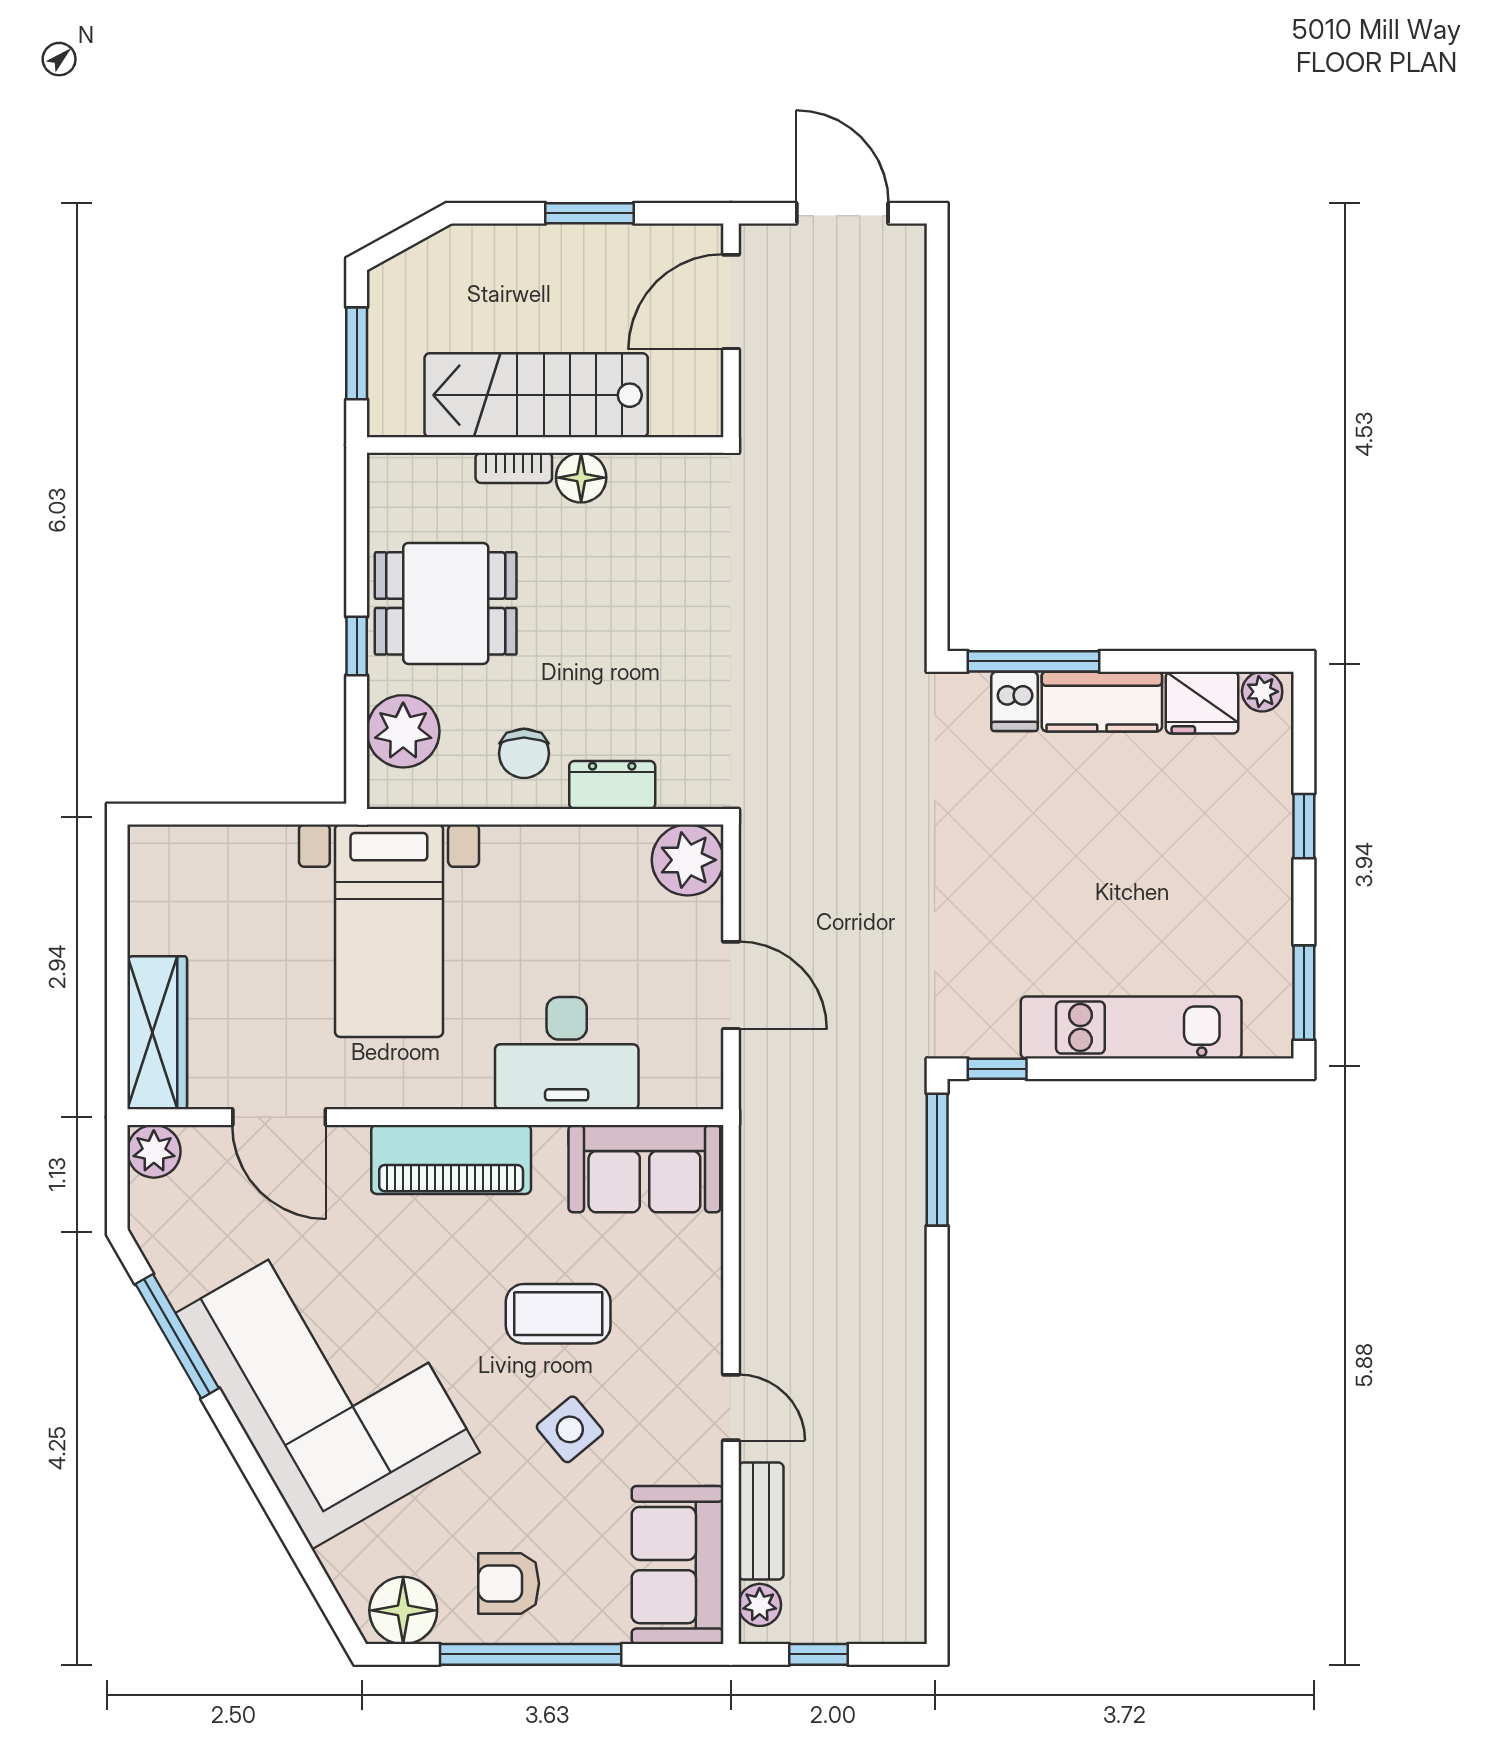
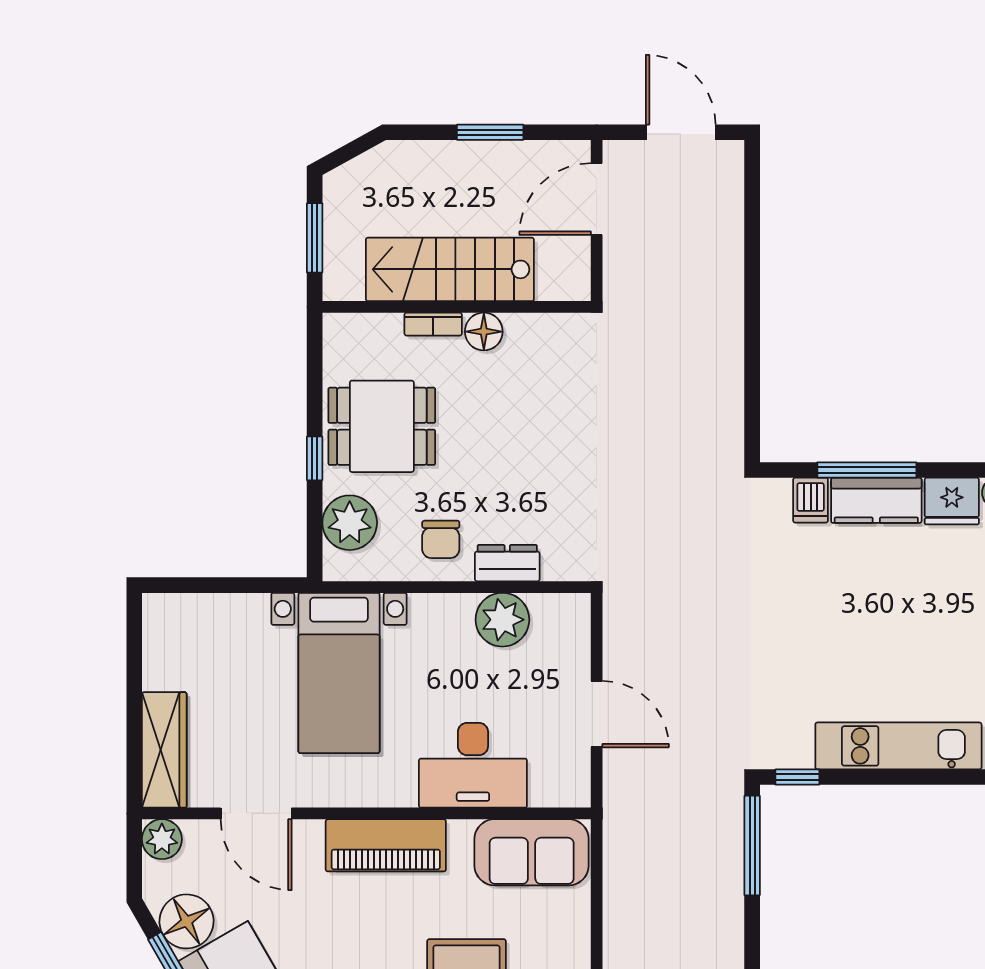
window: (1033, 661) -> (867, 470), moved
plant: (688, 860) -> (502, 620), moved
floor lamp: (187, 1260) -> (187, 921), added

